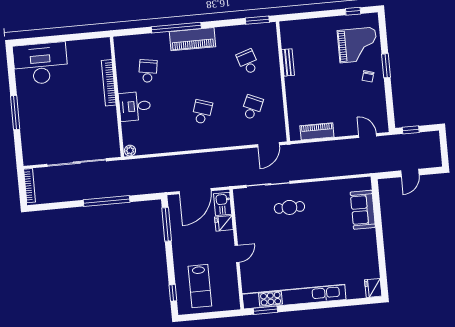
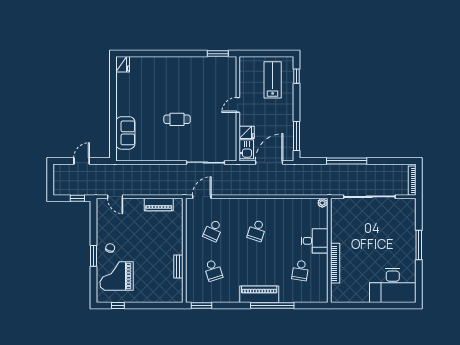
cafe table: (289, 207) -> (177, 119), moved
kitchen unit: (294, 297) -> (192, 63), removed

